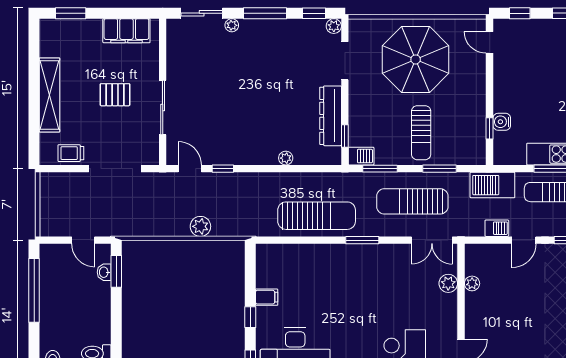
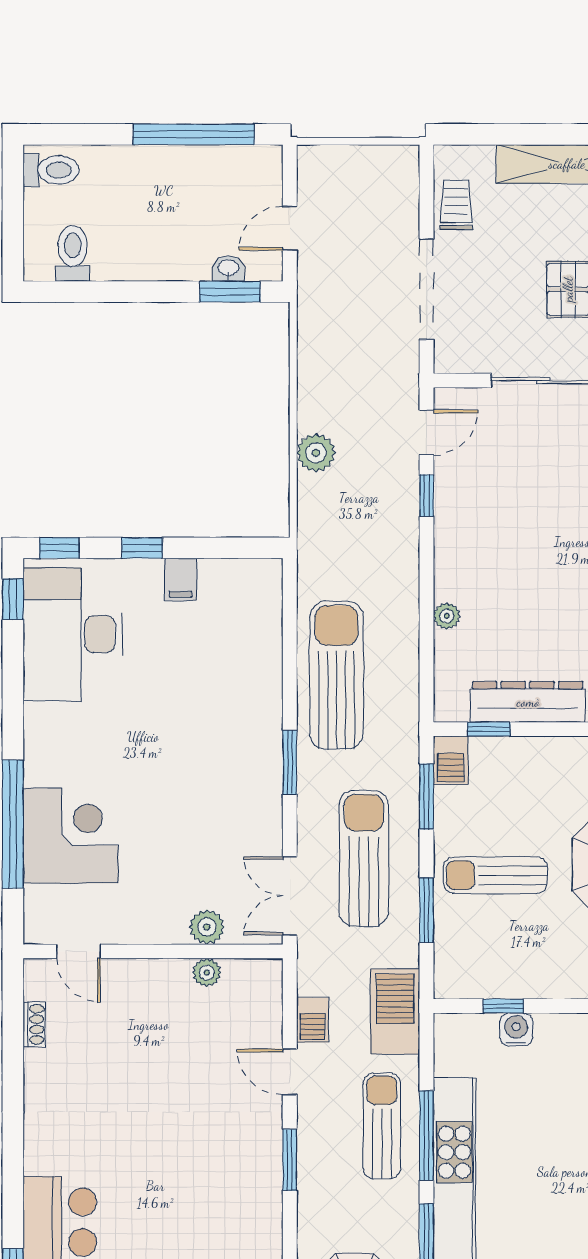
sun lounger: (317, 216) -> (337, 675), turned 180

